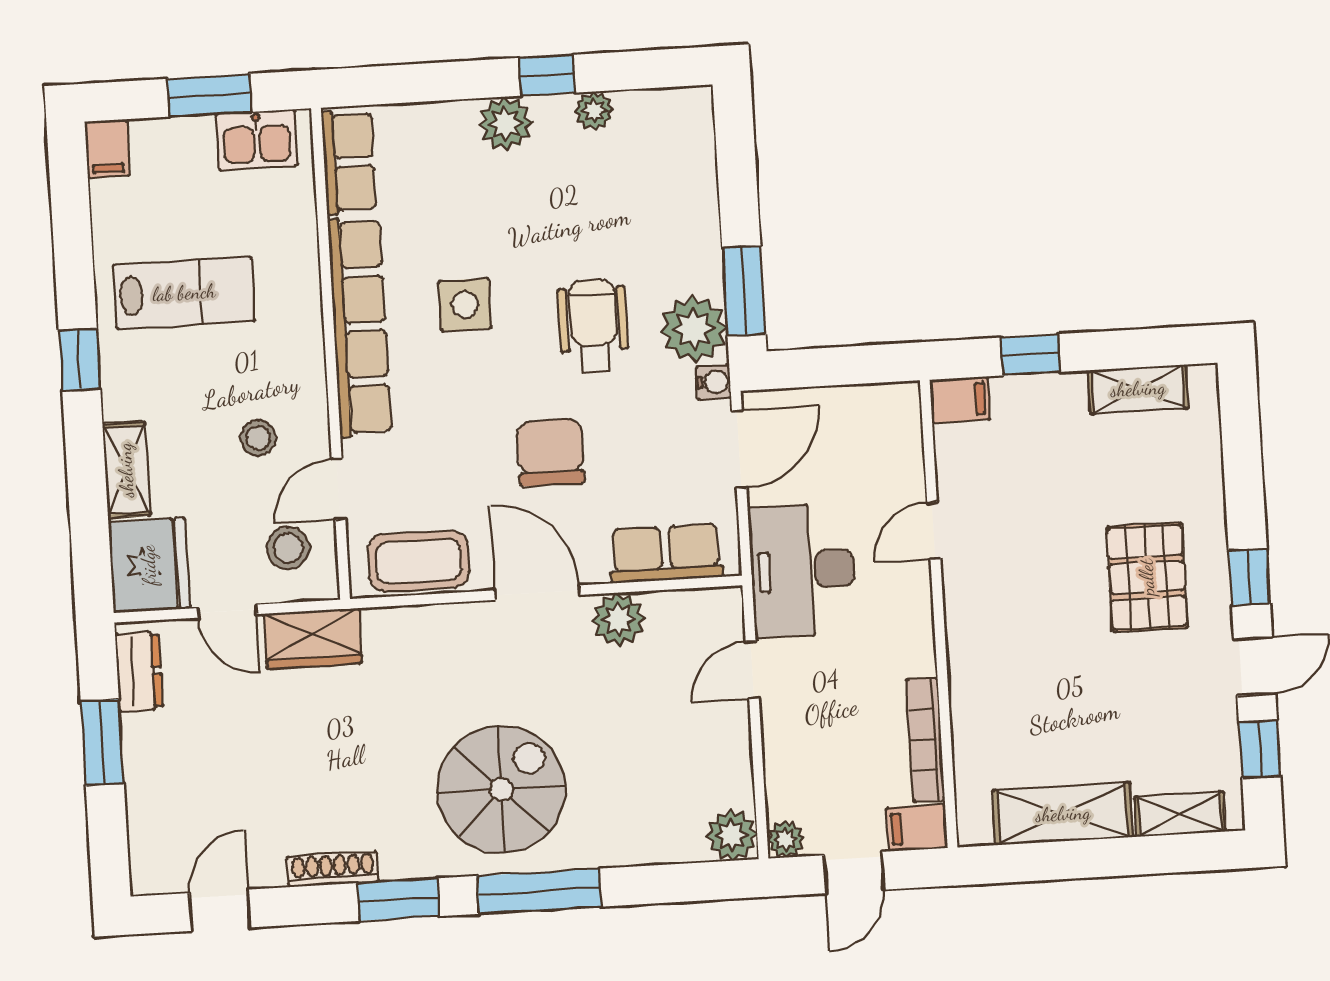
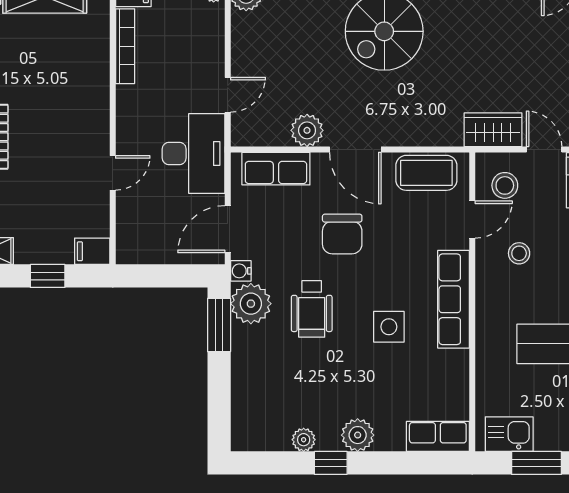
row of seats: (349, 162) -> (438, 436), moved, turned 90
row of seats: (360, 327) -> (454, 299), width x0.73

